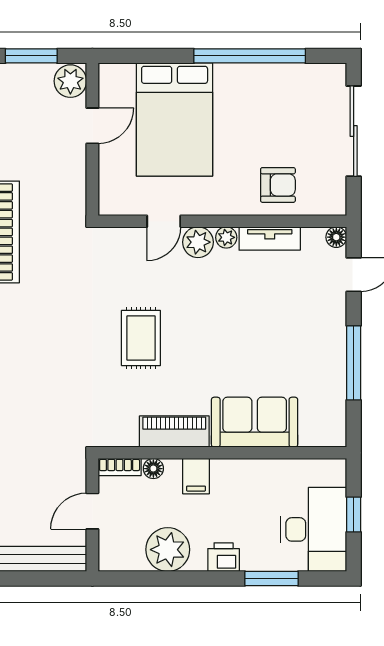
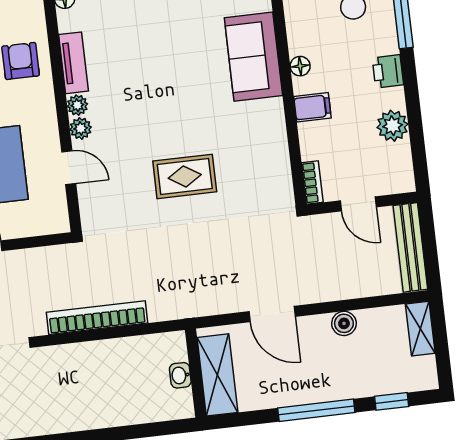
plant: (198, 242) -> (81, 128), width x0.73, depth x0.73
piano: (174, 432) -> (272, 133), removed
floor lamp: (153, 469) -> (300, 66), moved
plant: (168, 550) -> (393, 126), width x0.73, depth x0.73

